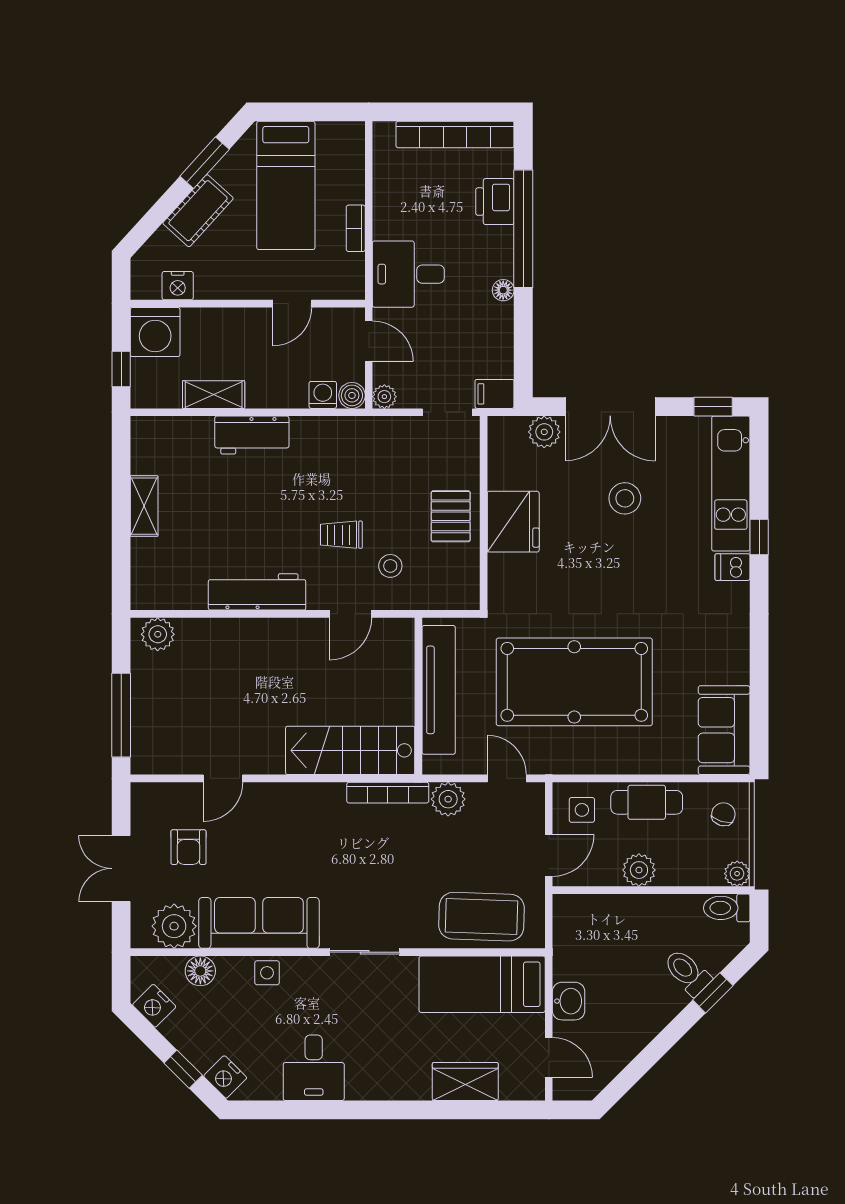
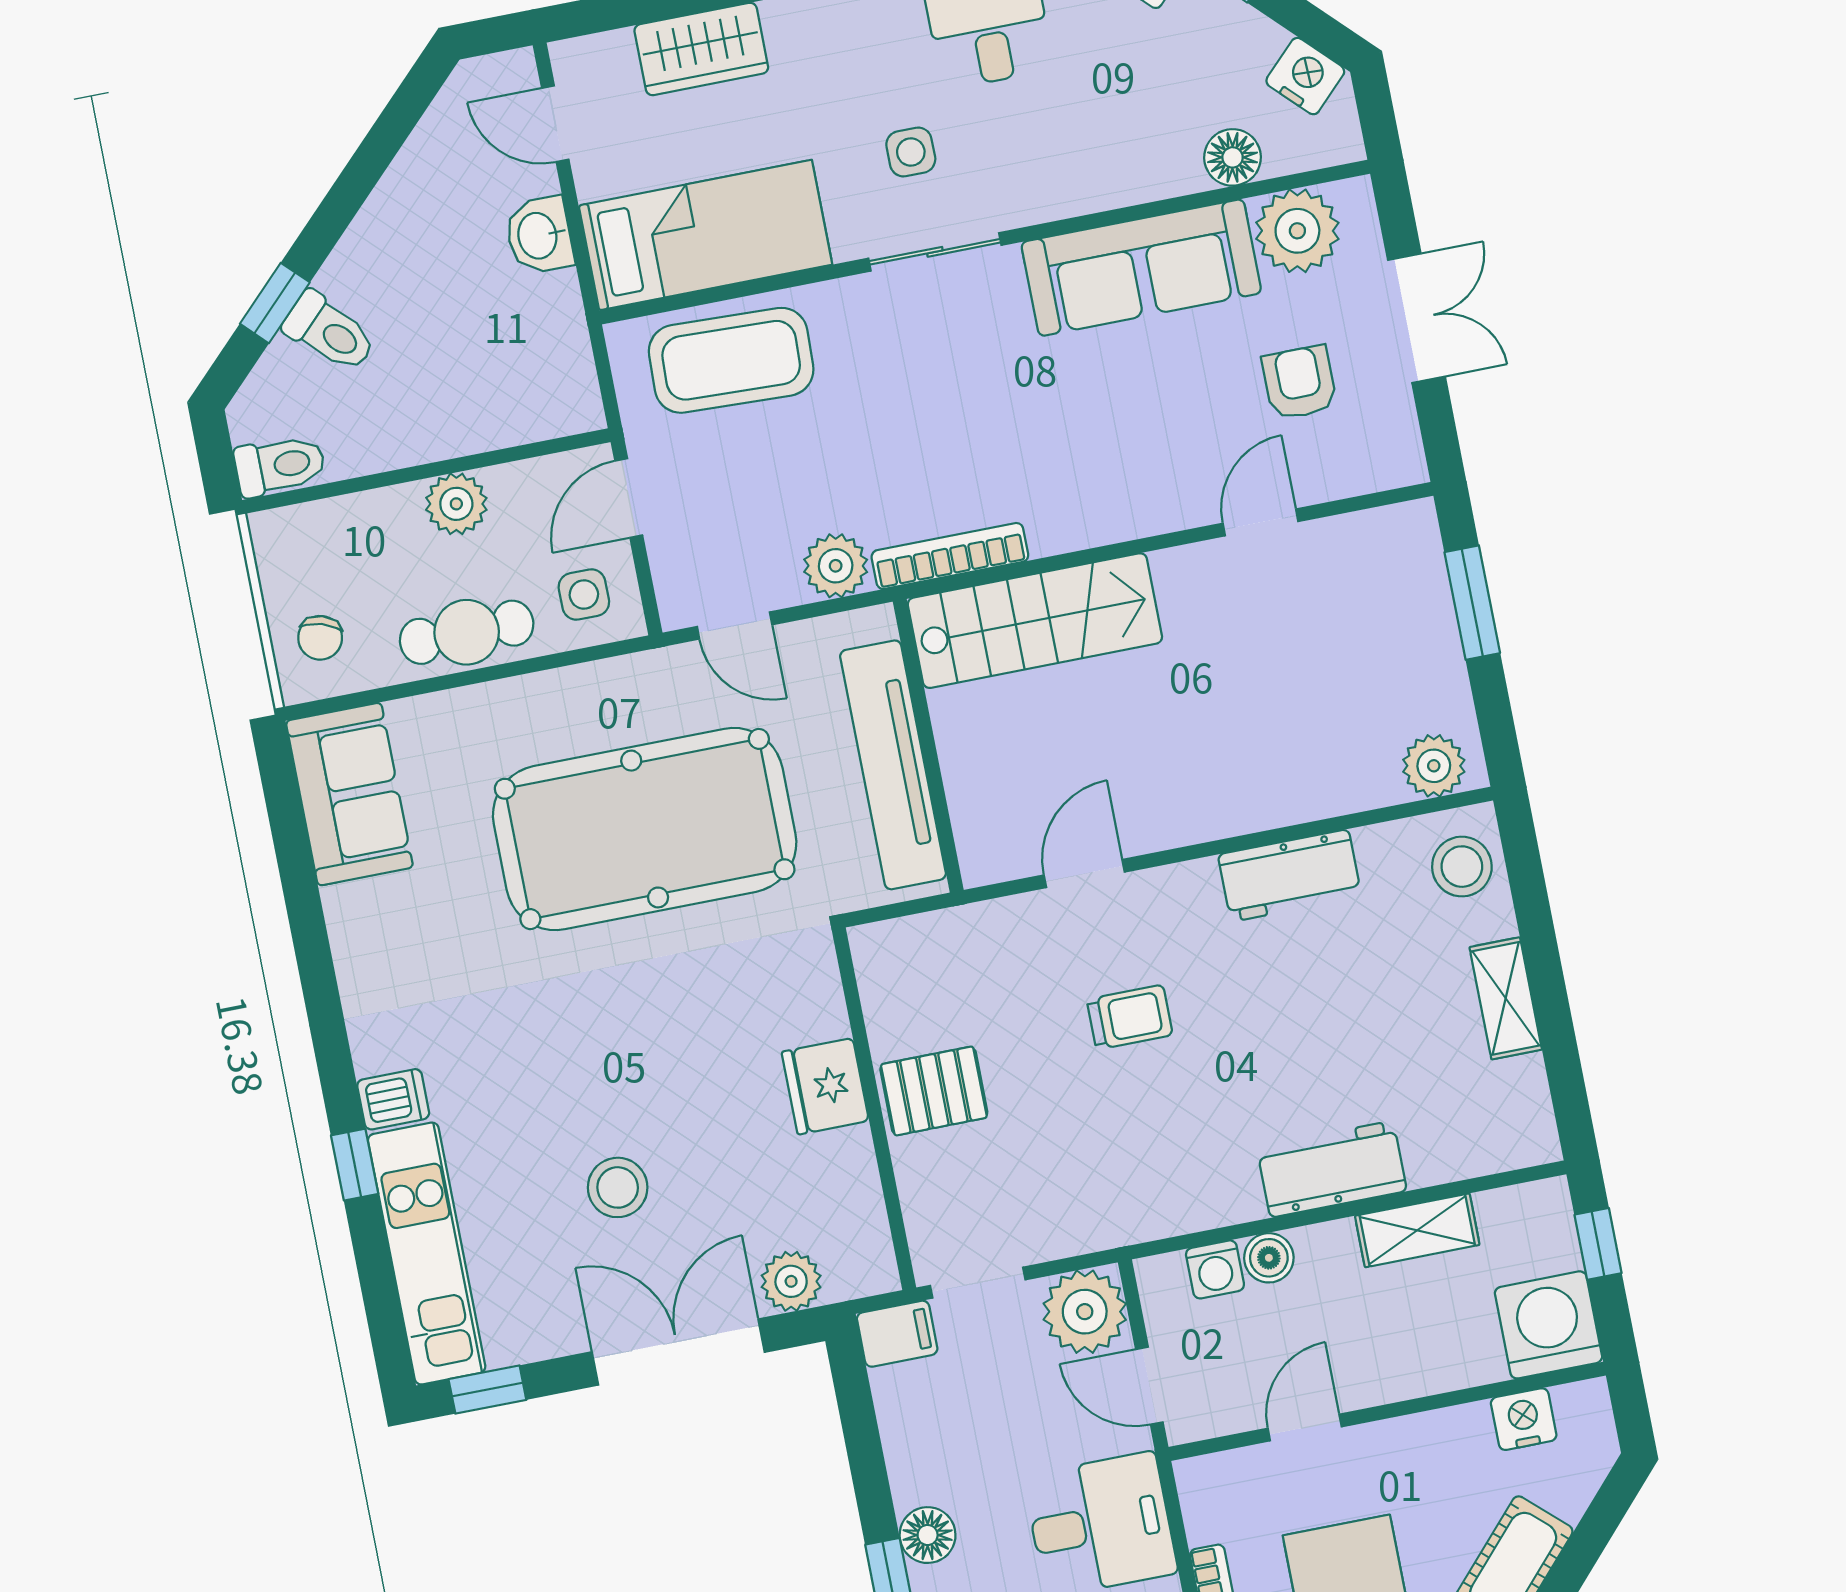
floor lamp: (503, 290) -> (928, 1535), width x1.37, depth x1.37
boiler: (352, 395) -> (1269, 1258), moved
plant: (384, 397) -> (1085, 1312), width x1.88, depth x1.88
pallet: (451, 516) -> (934, 1091), turned 90
fridge: (513, 522) -> (825, 1086), width x0.73, depth x0.75
stool: (390, 566) -> (1462, 867), moved, width x1.37, depth x1.37
workbench: (257, 592) -> (1290, 876), width x0.73
window: (121, 715) -> (1472, 603), width x0.69
plant: (737, 874) -> (273, 533), removed
side table: (267, 973) -> (911, 152), moved

